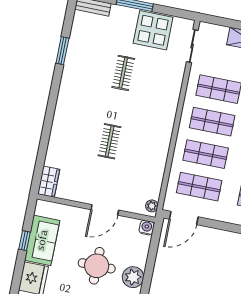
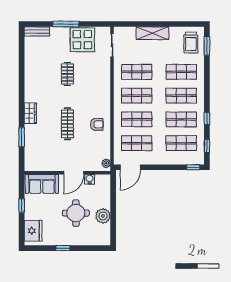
window: (62, 51) -> (22, 137), moved
clothes rail: (110, 141) -> (67, 124), width x1.36
armchair: (150, 150) -> (97, 124), added
wardrobe: (49, 182) -> (30, 113), moved
water cooler: (147, 228) -> (90, 179), moved
sofa: (42, 240) -> (42, 184), moved, turned 90

